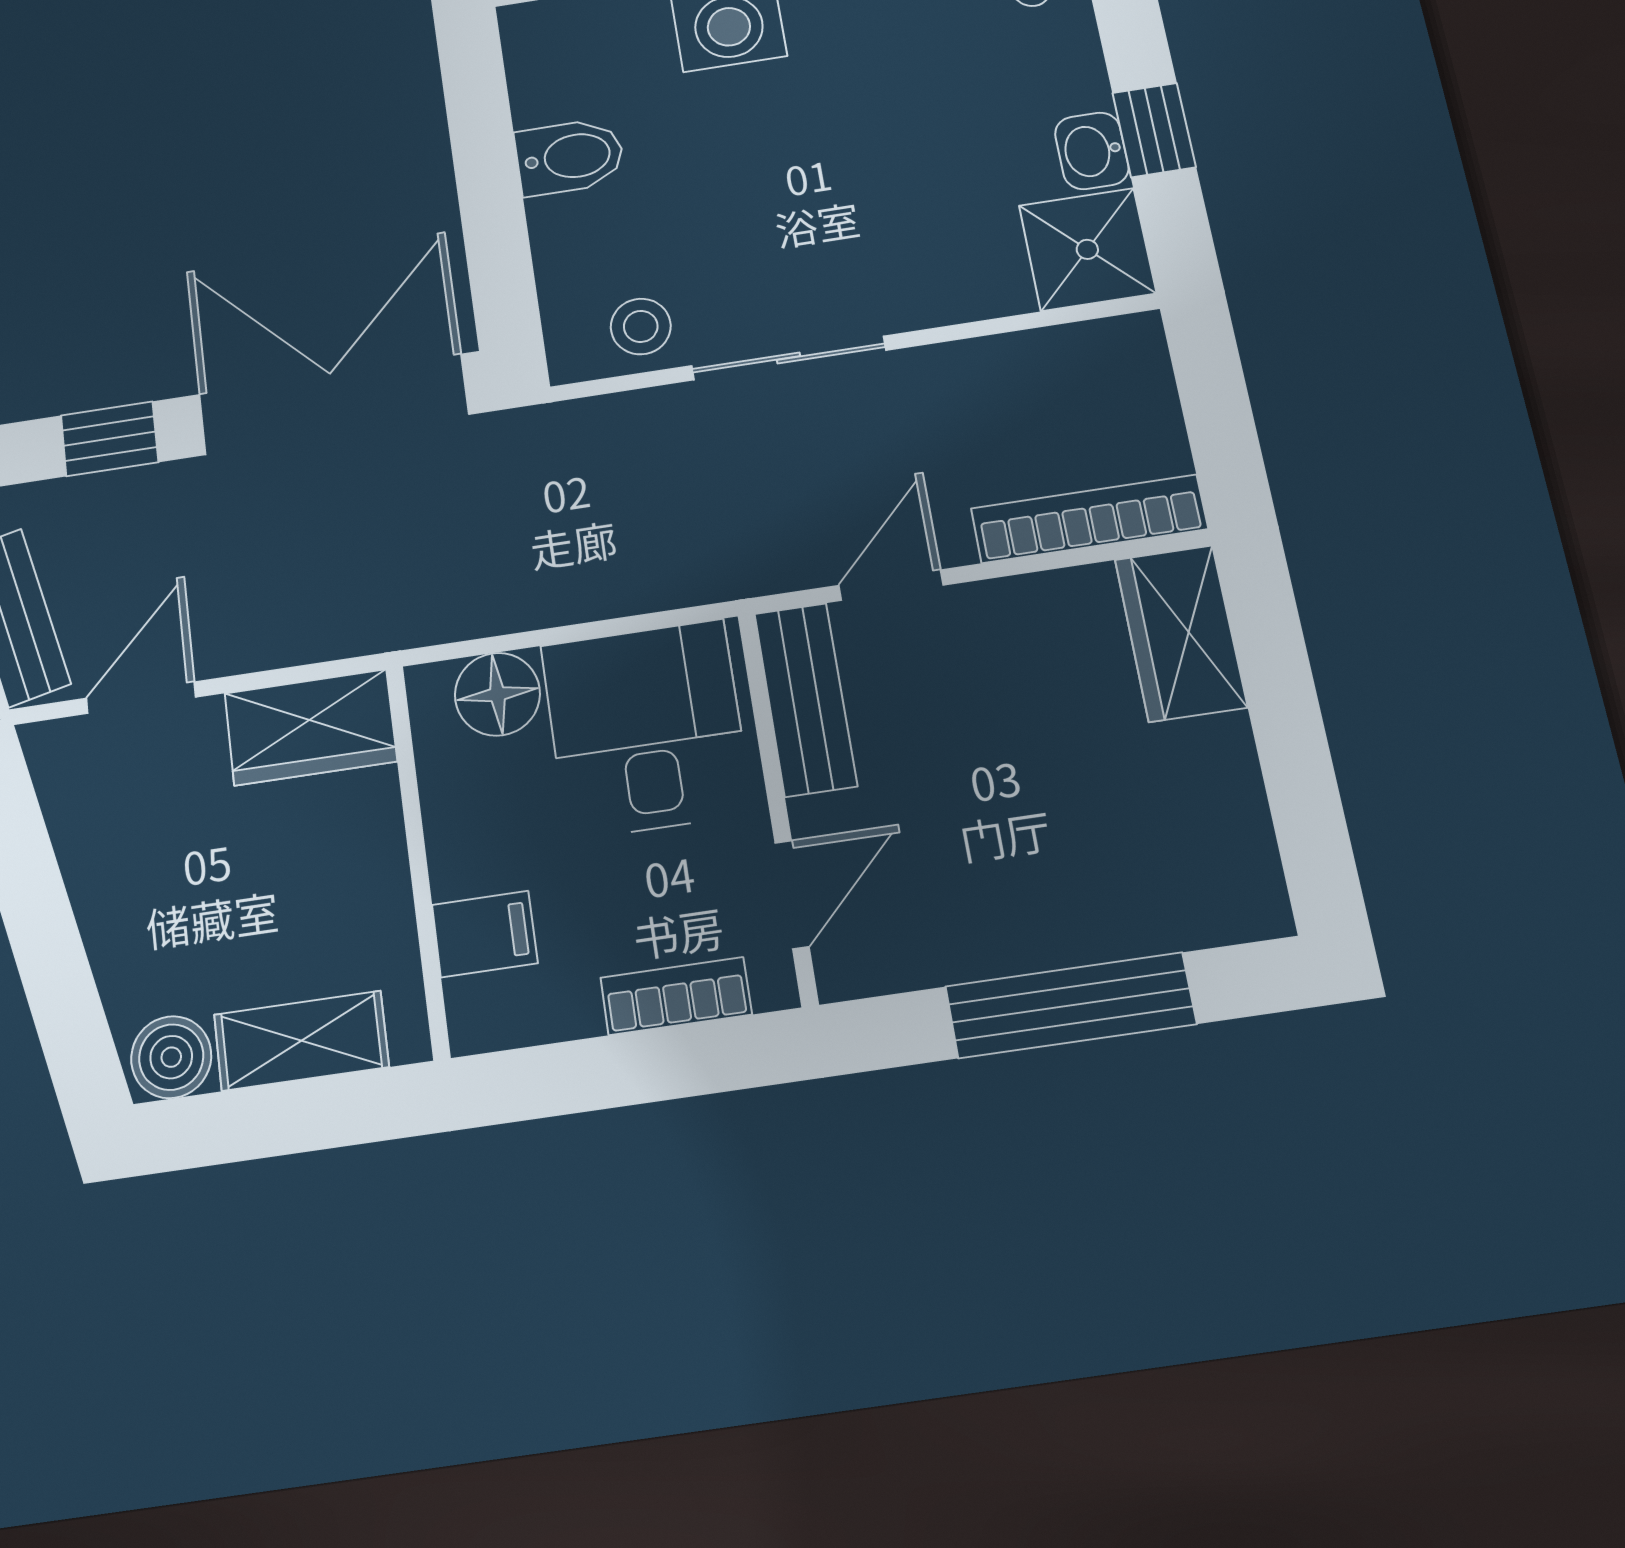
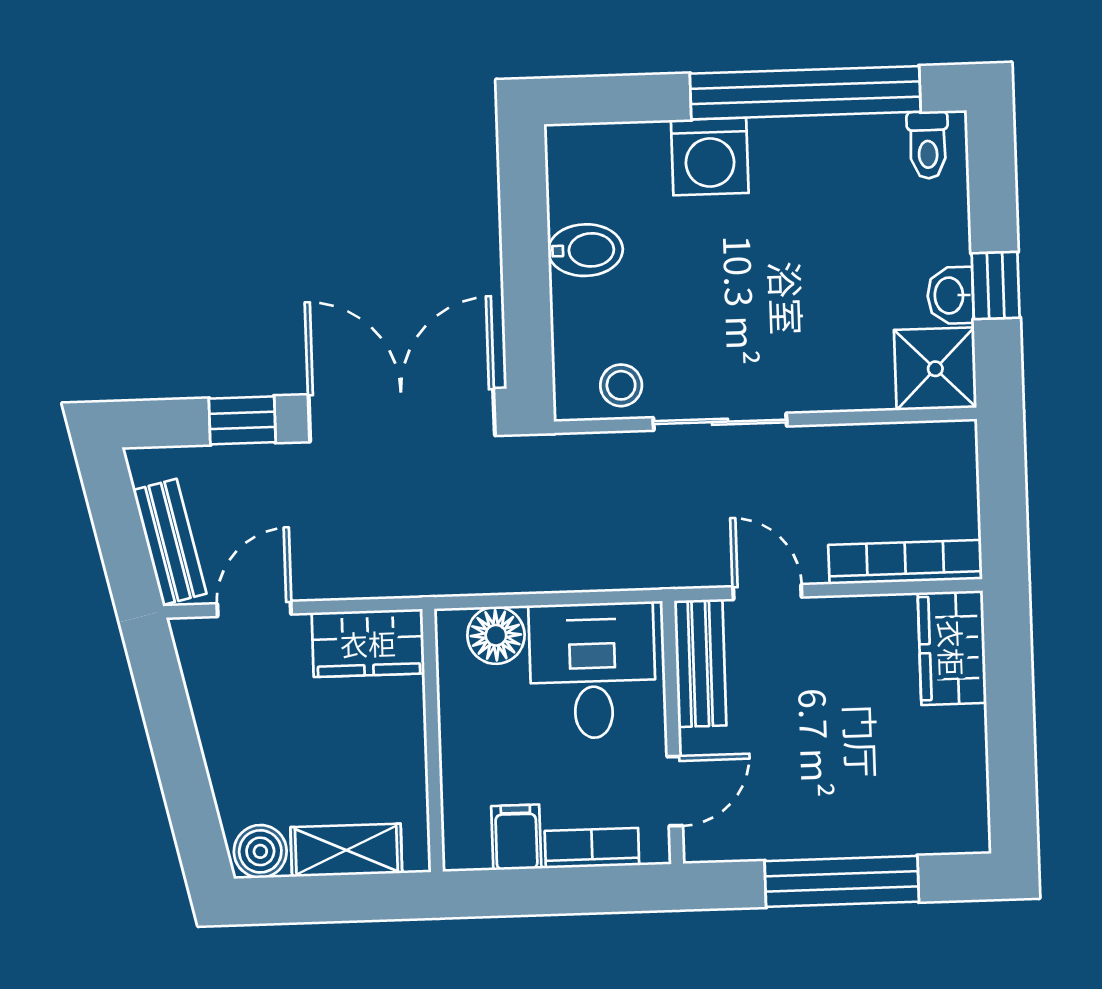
door: (891, 585) -> (767, 592), hinge flipped
filing cabinet: (485, 934) -> (516, 837), moved, turned -90

